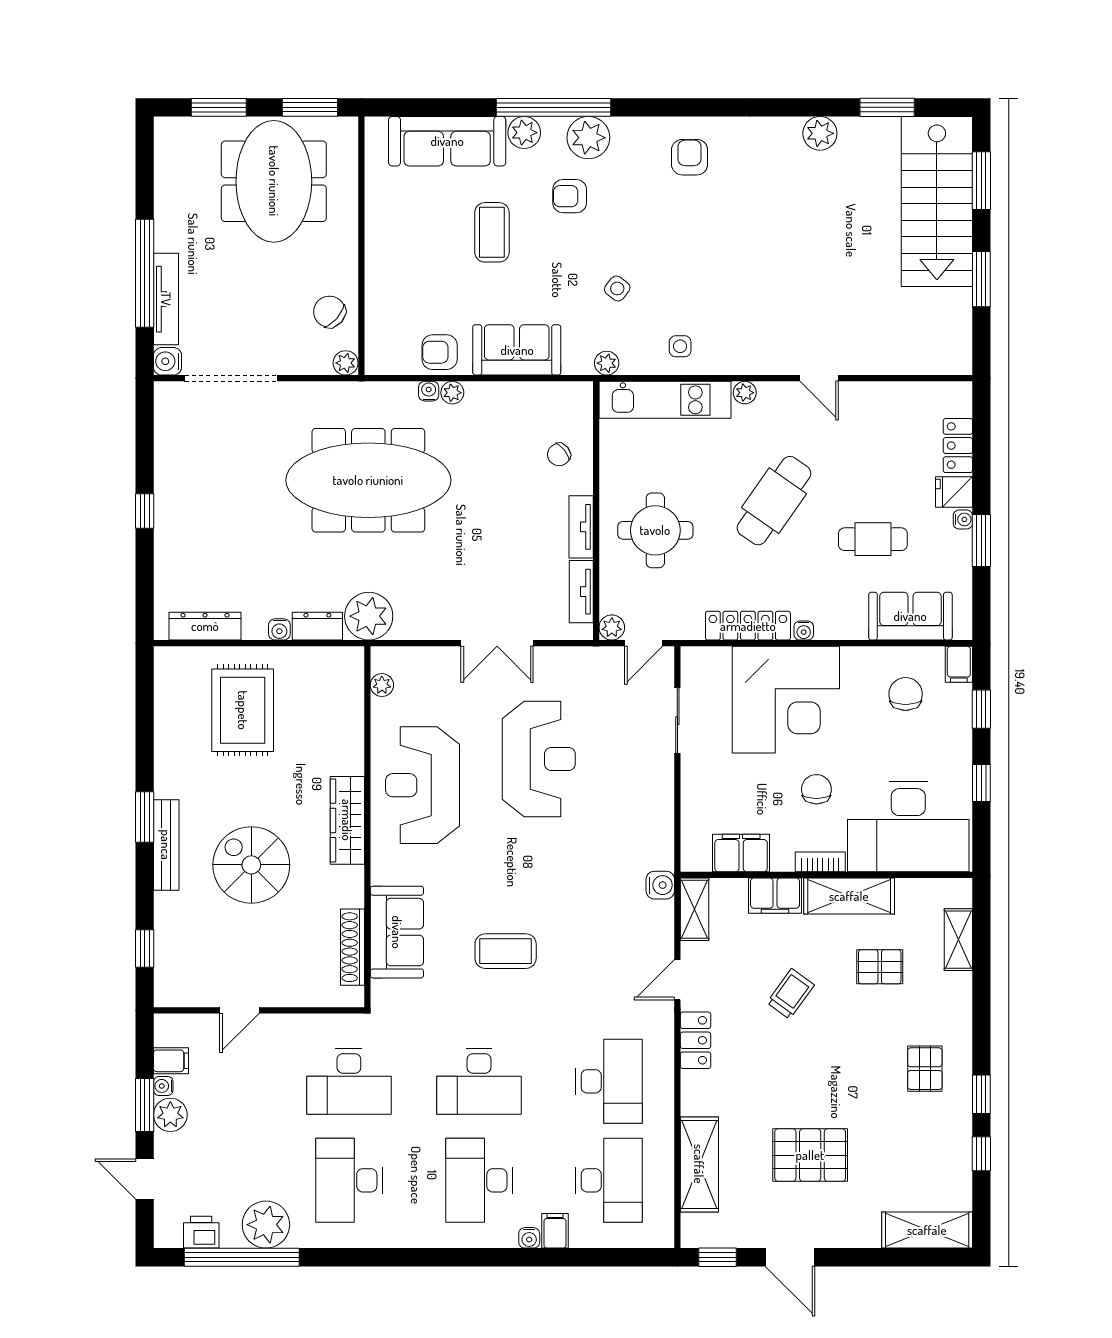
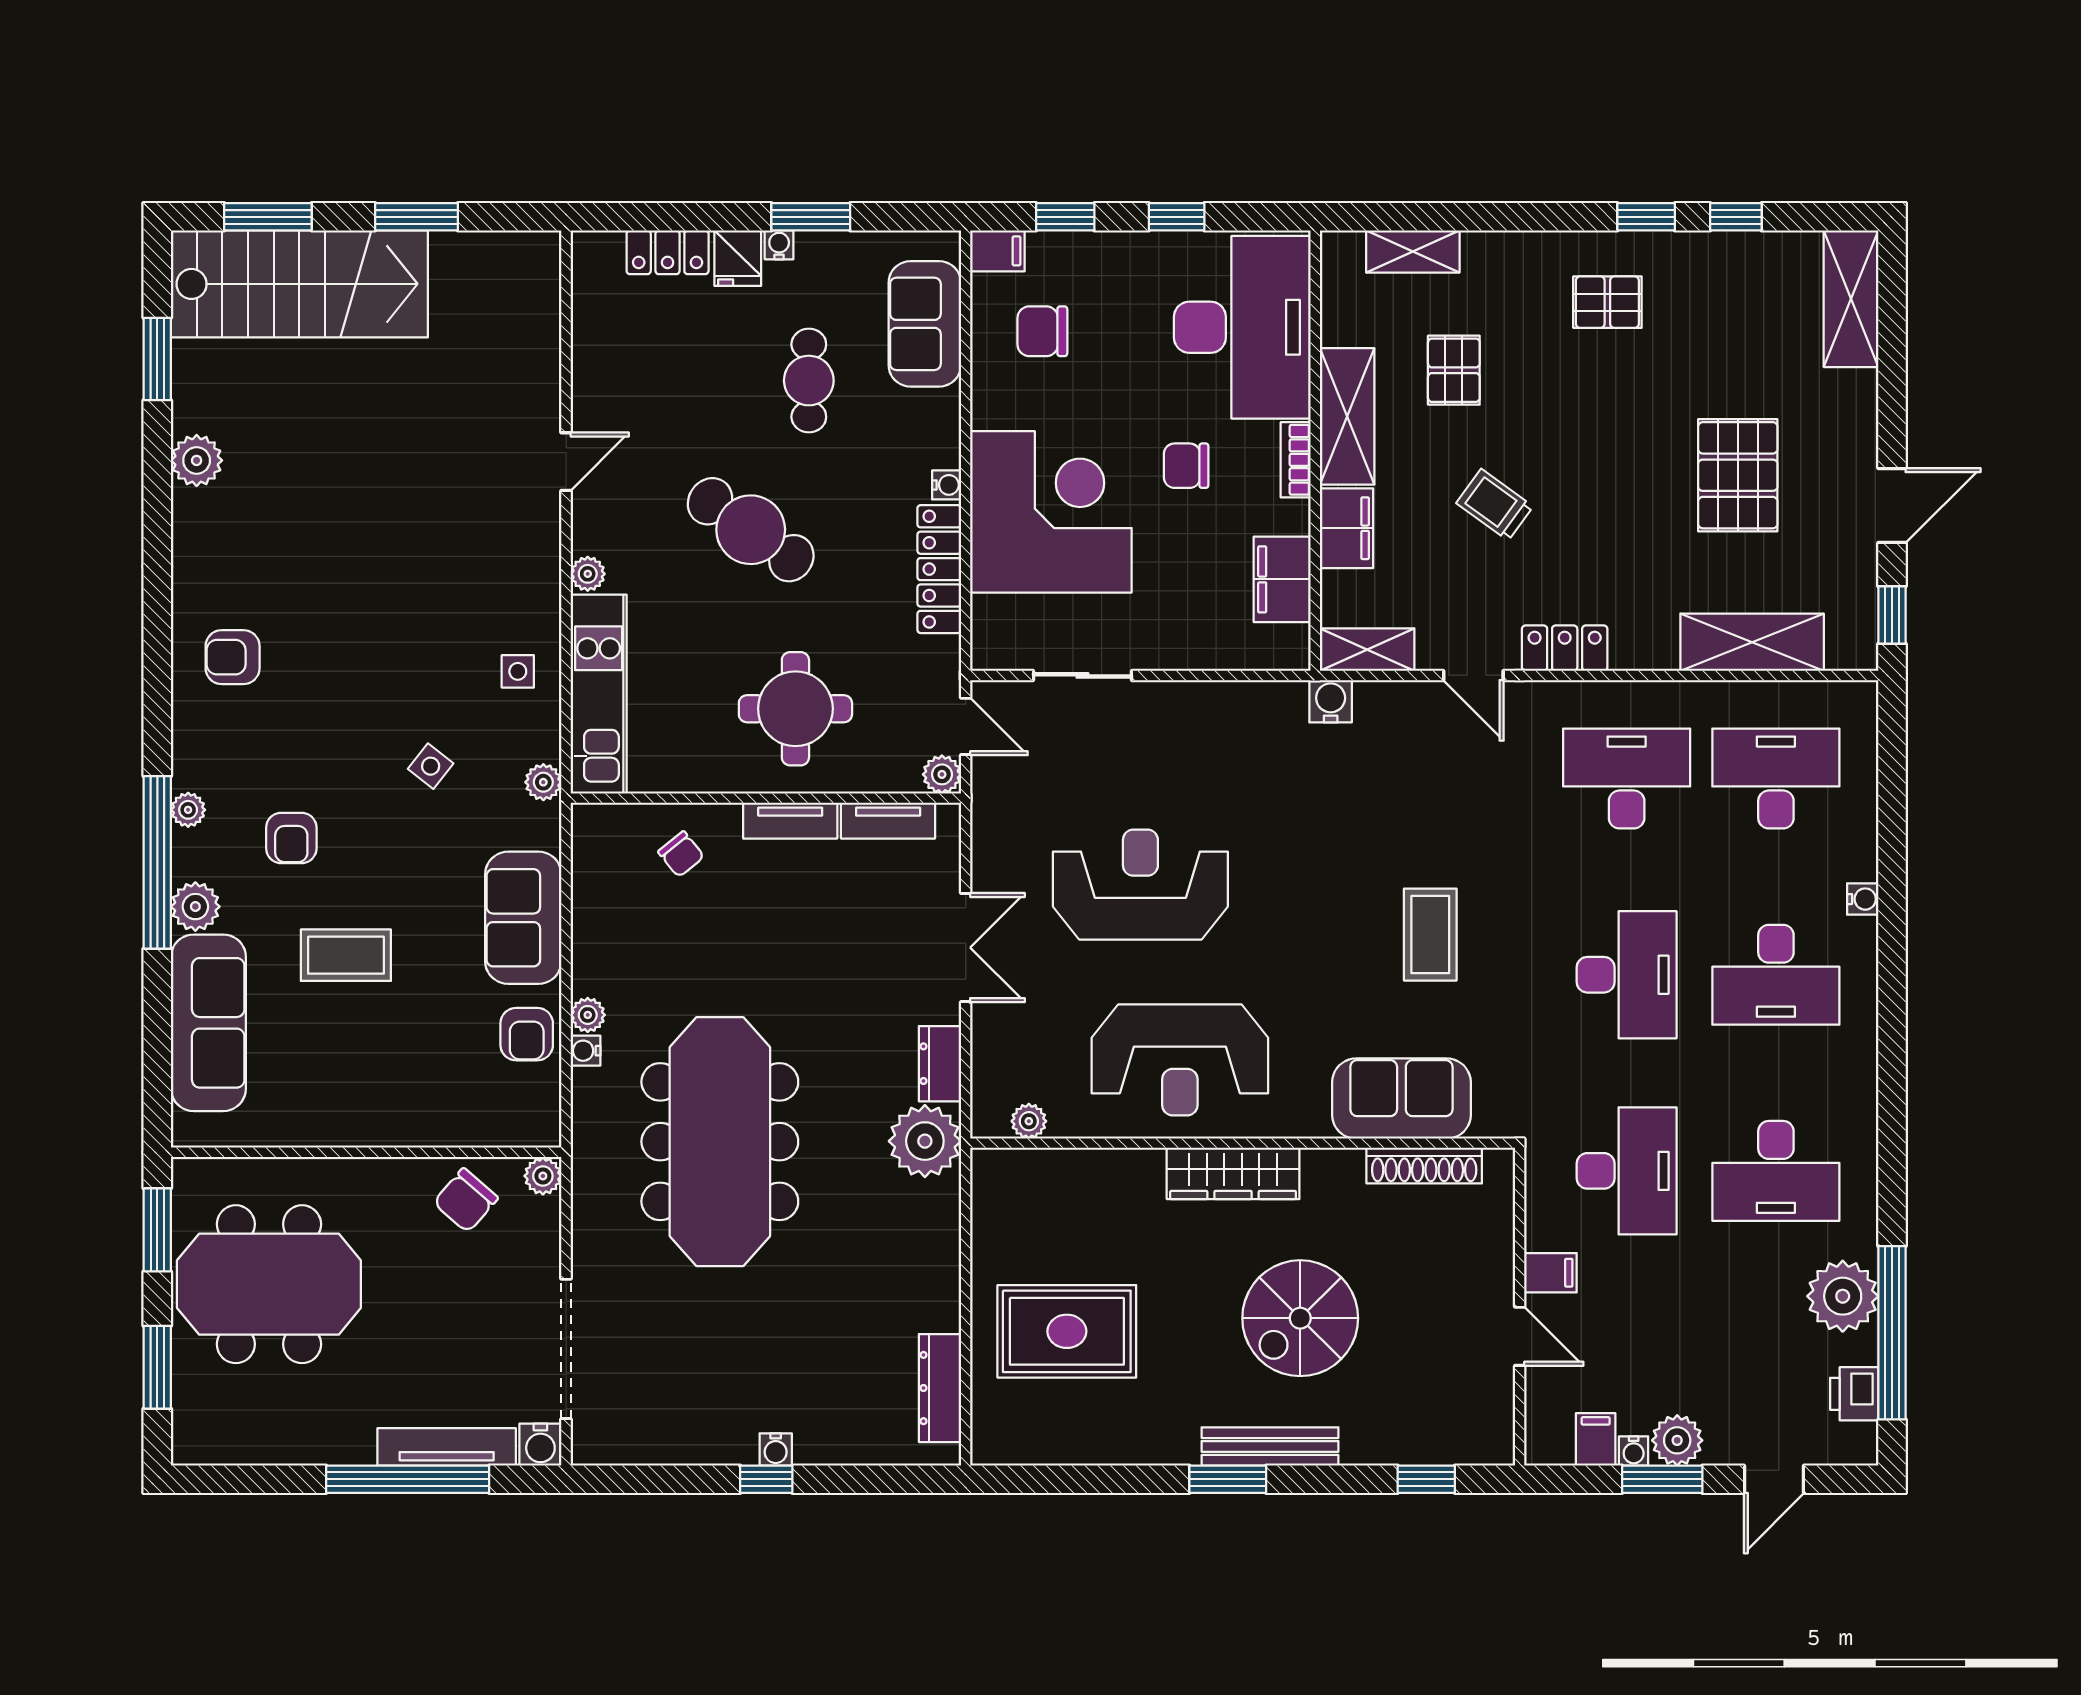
plant: (588, 138) -> (188, 810), width x0.53, depth x0.53
dresser: (317, 626) -> (940, 1064), moved
water cooler: (279, 629) -> (776, 1449), moved, turned 90
filing cabinet: (555, 1231) -> (1550, 1273), moved, turned 180

